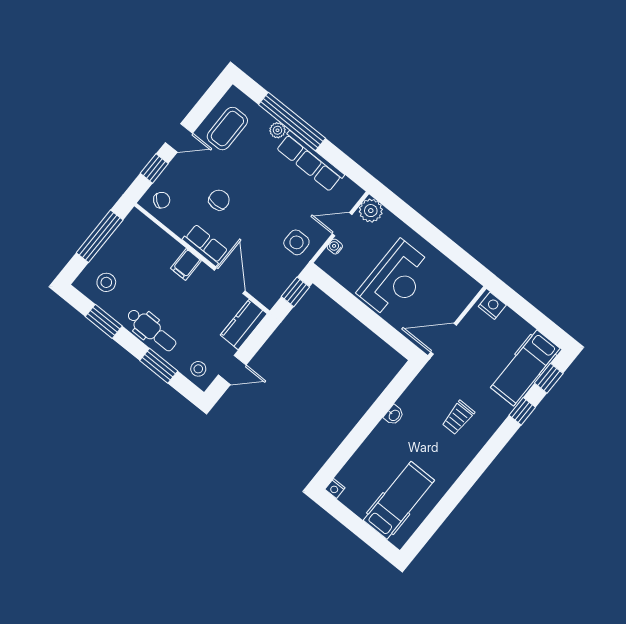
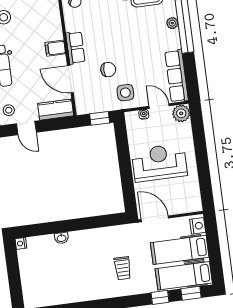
row of seats: (310, 161) -> (177, 76), moved
chair: (219, 200) -> (108, 70), moved
reception desk: (395, 279) -> (159, 163), turned 180
door: (230, 281) -> (70, 79), swing flipped
washbasin: (394, 415) -> (61, 238), moved
trolley: (458, 418) -> (123, 268), turned -90
hospital bed: (399, 500) -> (180, 250), moved, turned 180

